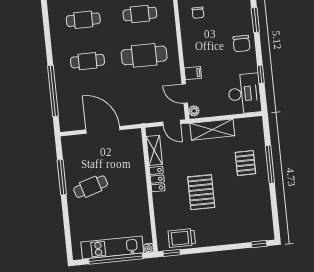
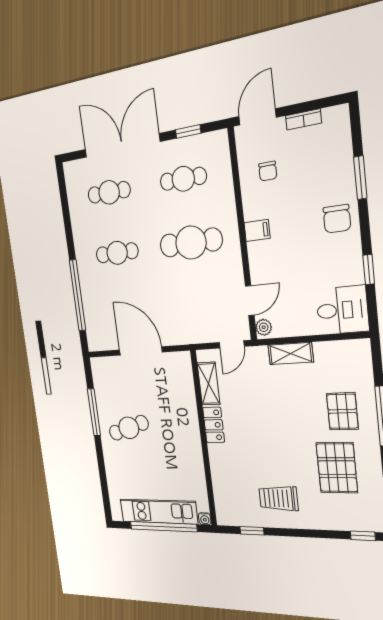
filing cabinet: (193, 73) -> (257, 230), moved
door: (185, 94) -> (250, 301), swing flipped
desk: (244, 94) -> (342, 310), width x0.73
door: (172, 123) -> (232, 344), hinge flipped
shelving: (212, 130) -> (291, 354), width x0.67, depth x0.75
pallet: (201, 192) -> (337, 468), moved
trolley: (182, 238) -> (278, 498), moved
window: (172, 253) -> (252, 531), moved

